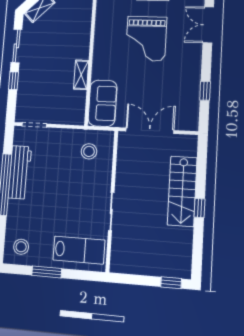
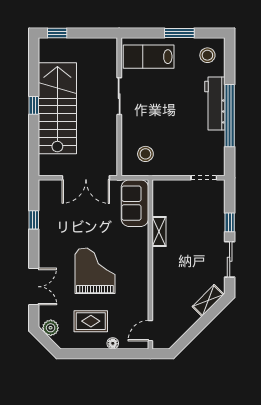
workbench: (20, 172) -> (215, 104), moved
stairs: (182, 191) -> (57, 108), width x1.36, depth x1.51

